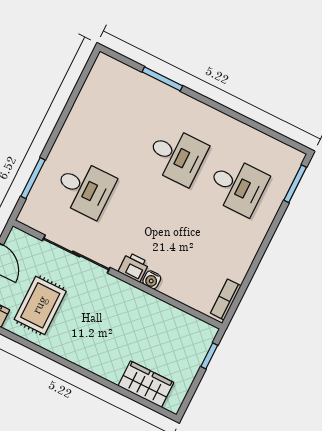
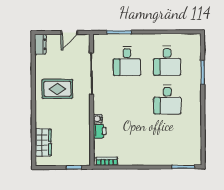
desk: (237, 186) -> (167, 61), moved
printer: (134, 267) -> (100, 131), moved
rug: (40, 305) -> (57, 89), moved

